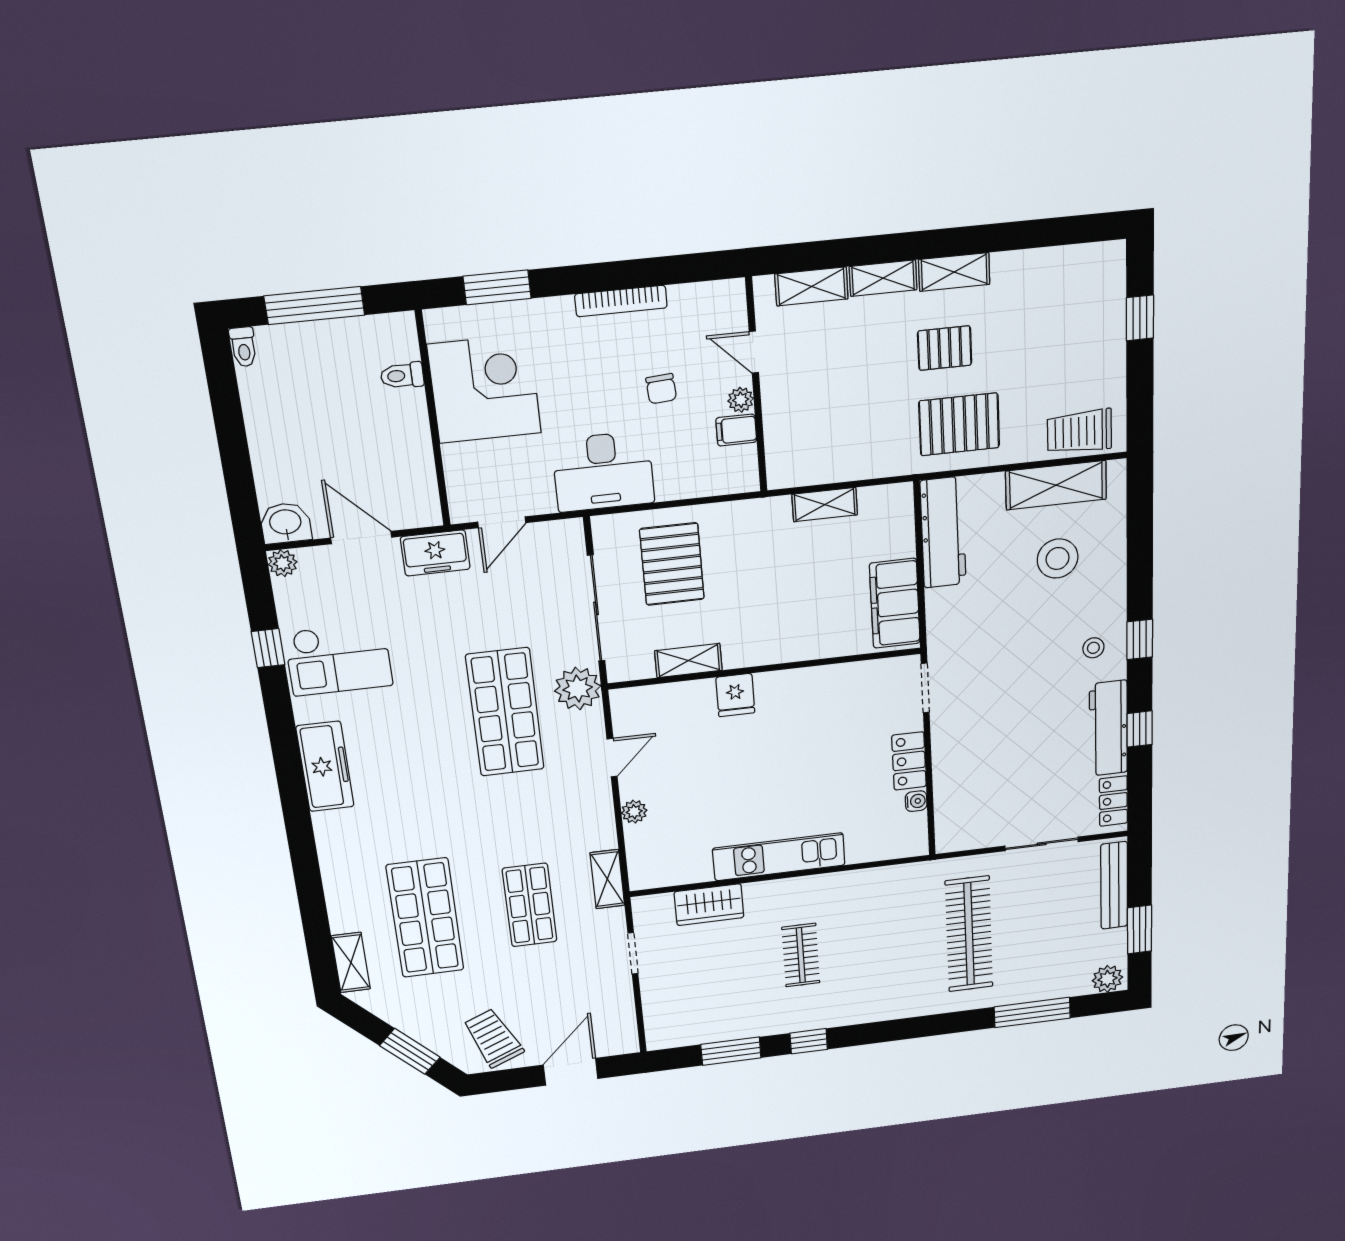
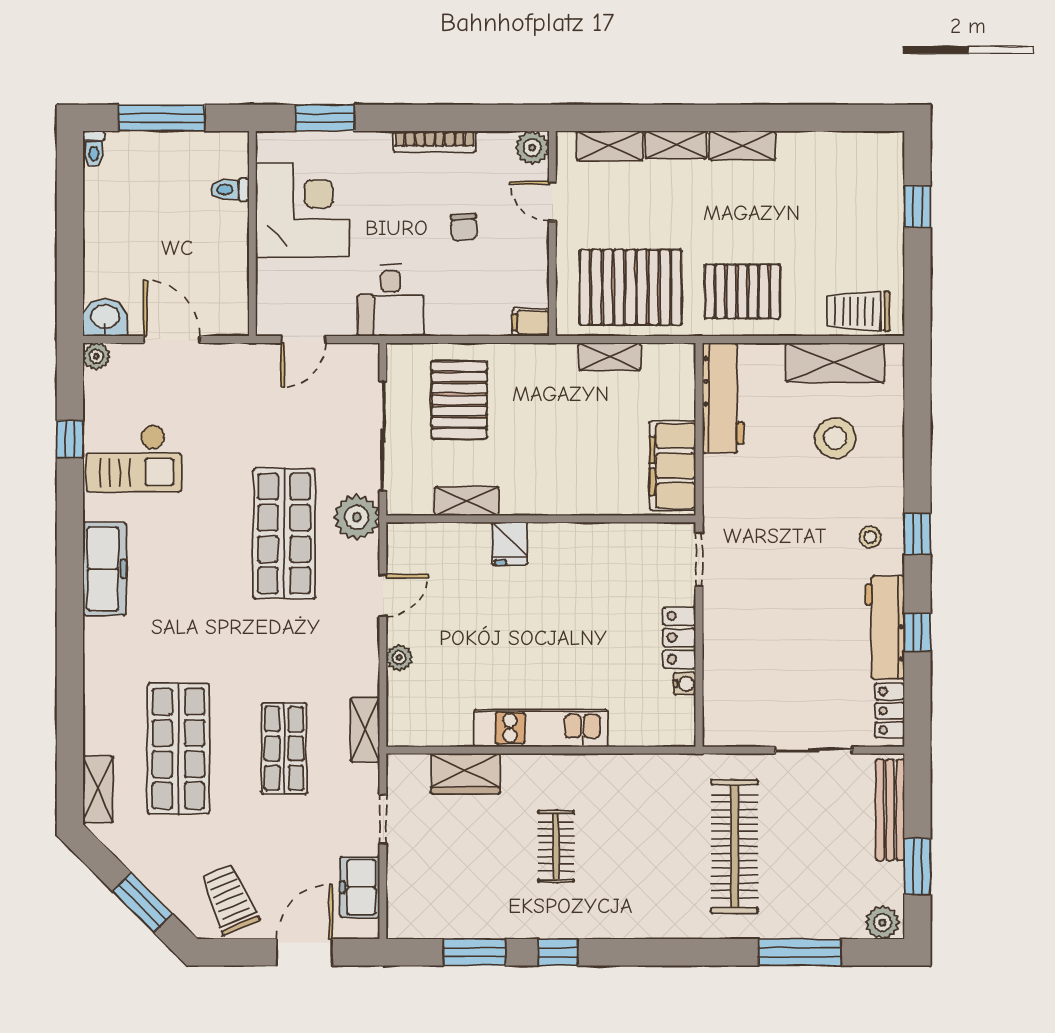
pallet: (945, 348) -> (631, 287), moved, width x2.05, depth x2.00
plant: (741, 400) -> (532, 148), moved, width x1.38, depth x1.38
filing cabinet: (736, 430) -> (531, 322), moved
desk: (603, 472) -> (391, 301), width x0.73
freezer: (435, 553) -> (360, 887), moved, turned 90

